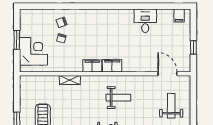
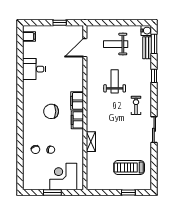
chair: (101, 39) -> (51, 111), added
weight bench: (118, 98) -> (115, 81), moved

